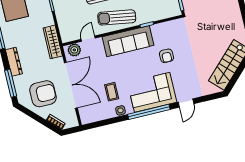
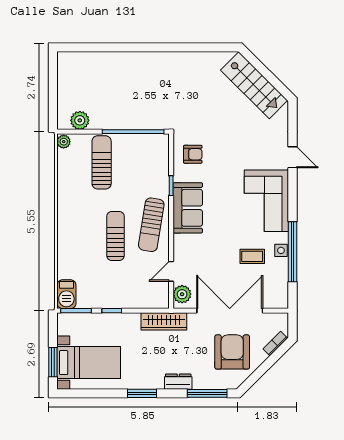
door: (88, 39) -> (171, 271), hinge flipped
sofa: (128, 41) -> (188, 208), width x0.73
armchair: (166, 56) -> (193, 154), moved
dresser: (14, 62) -> (178, 382), width x0.70
window: (149, 112) -> (293, 252), moved

